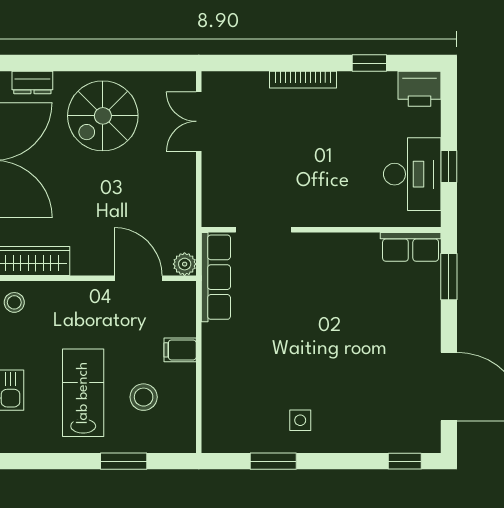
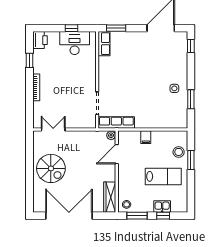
dresser: (32, 82) -> (37, 197), removed
double door: (199, 121) -> (53, 130), swing flipped
lab bench: (83, 393) -> (163, 176), turned 180
stool: (144, 397) -> (179, 152), moved

